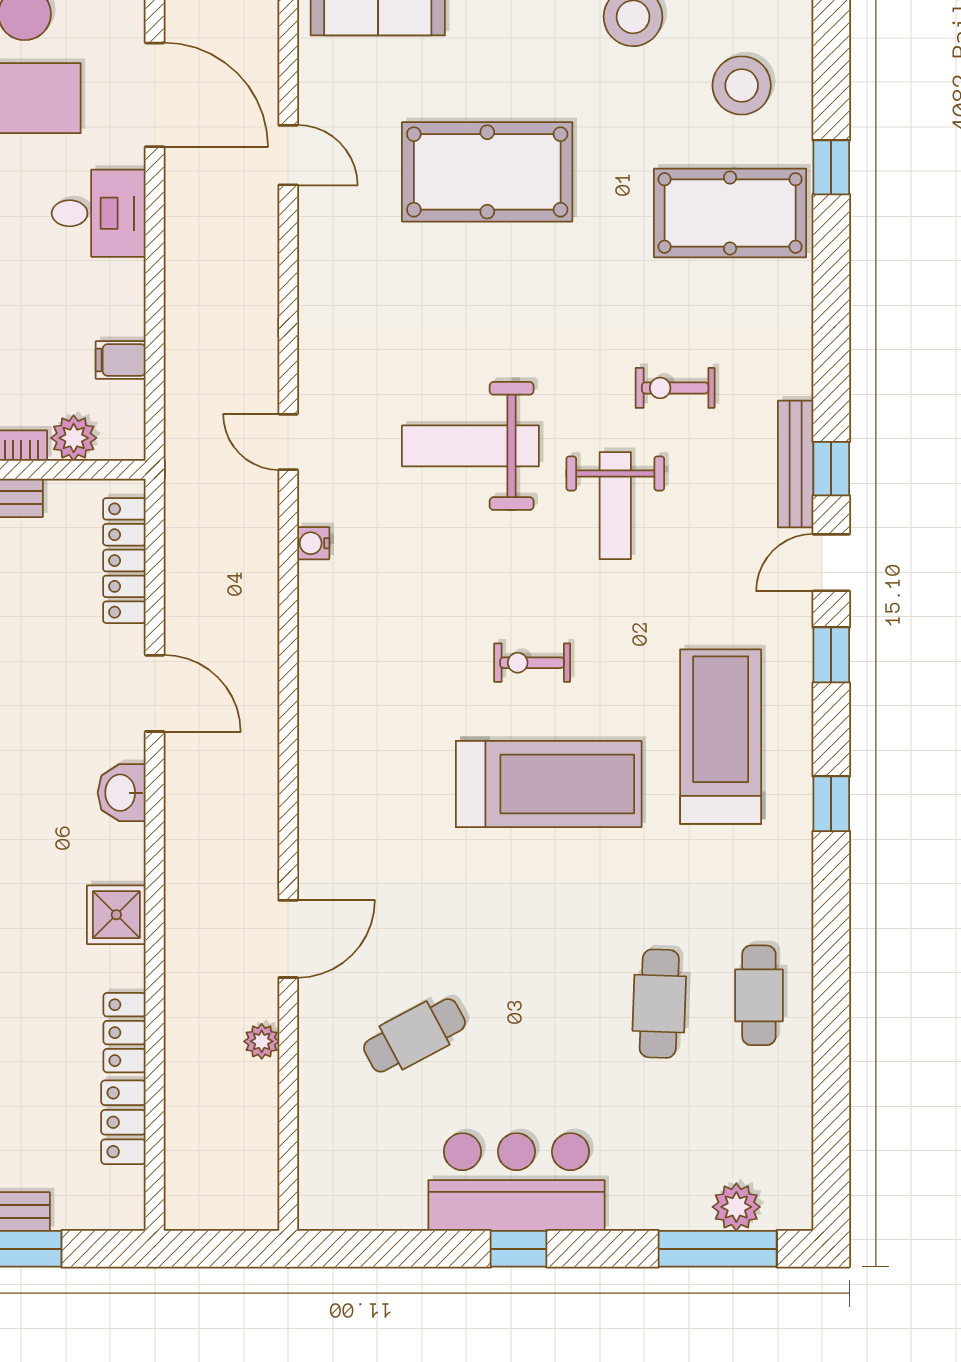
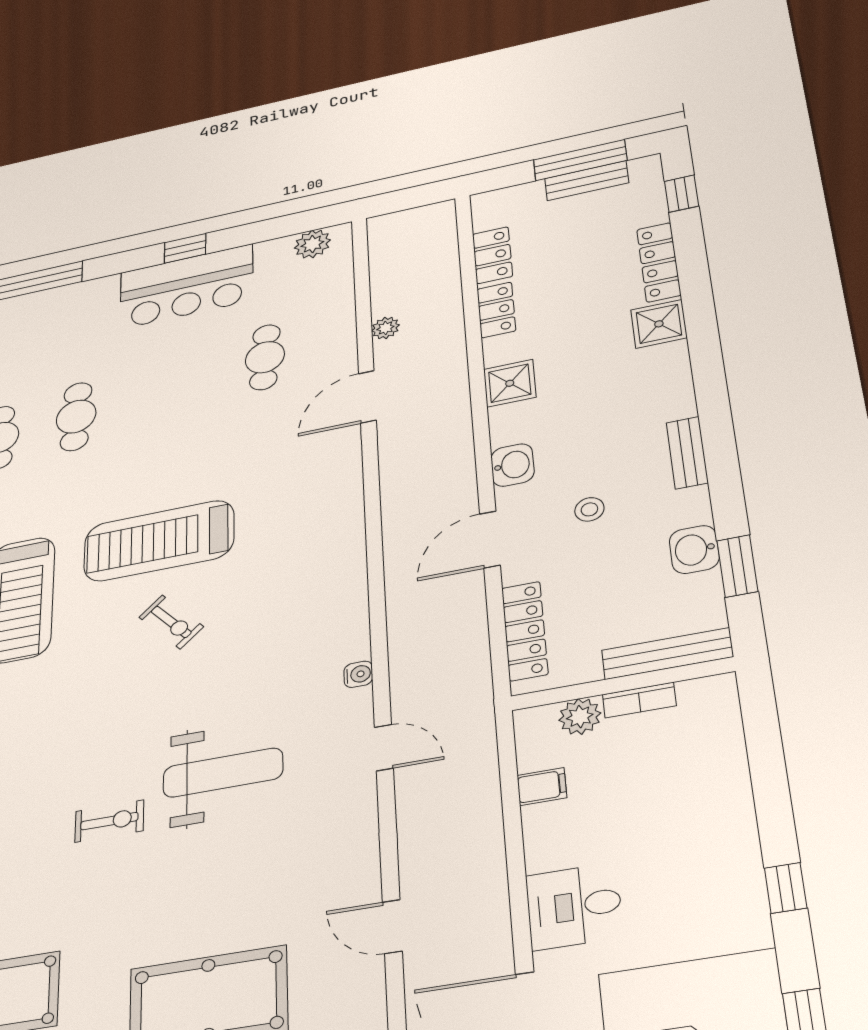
door: (288, 155) -> (392, 927), moved
exercise bike: (675, 388) -> (109, 821), moved
weight bench: (615, 506) -> (100, 749), removed
exercise bike: (532, 663) -> (171, 622), turned 48
door: (155, 693) -> (490, 539), hinge flipped
stool: (40, 709) -> (589, 509), added
cafe table: (414, 1035) -> (265, 357), turned -58
plant: (736, 1207) -> (312, 244), moved

